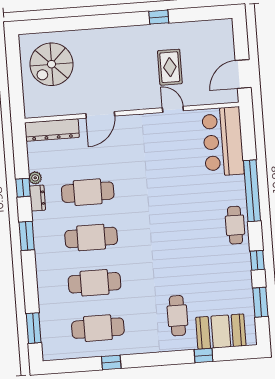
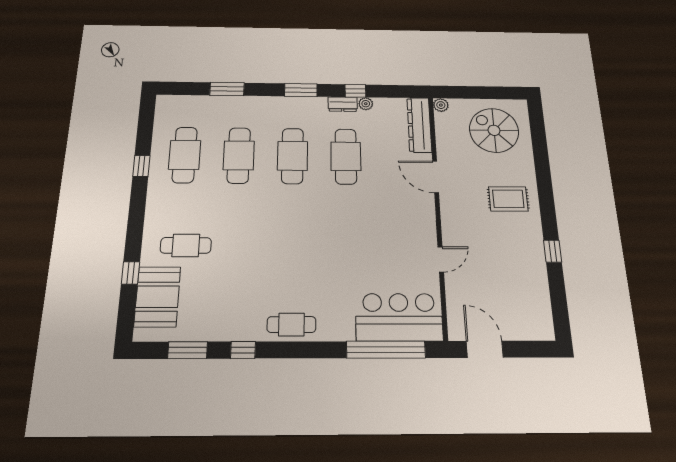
rug: (170, 67) -> (508, 199), moved
plant: (31, 111) -> (441, 105), added
window: (252, 191) -> (386, 350), moved
window: (34, 328) -> (227, 89), moved

